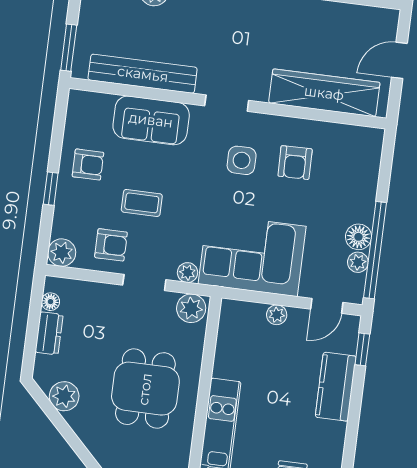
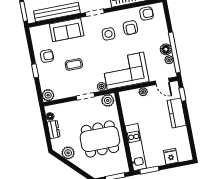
armchair: (111, 245) -> (146, 14), moved
door: (327, 306) -> (162, 81), hinge flipped
dining table: (145, 389) -> (100, 139), width x1.38

